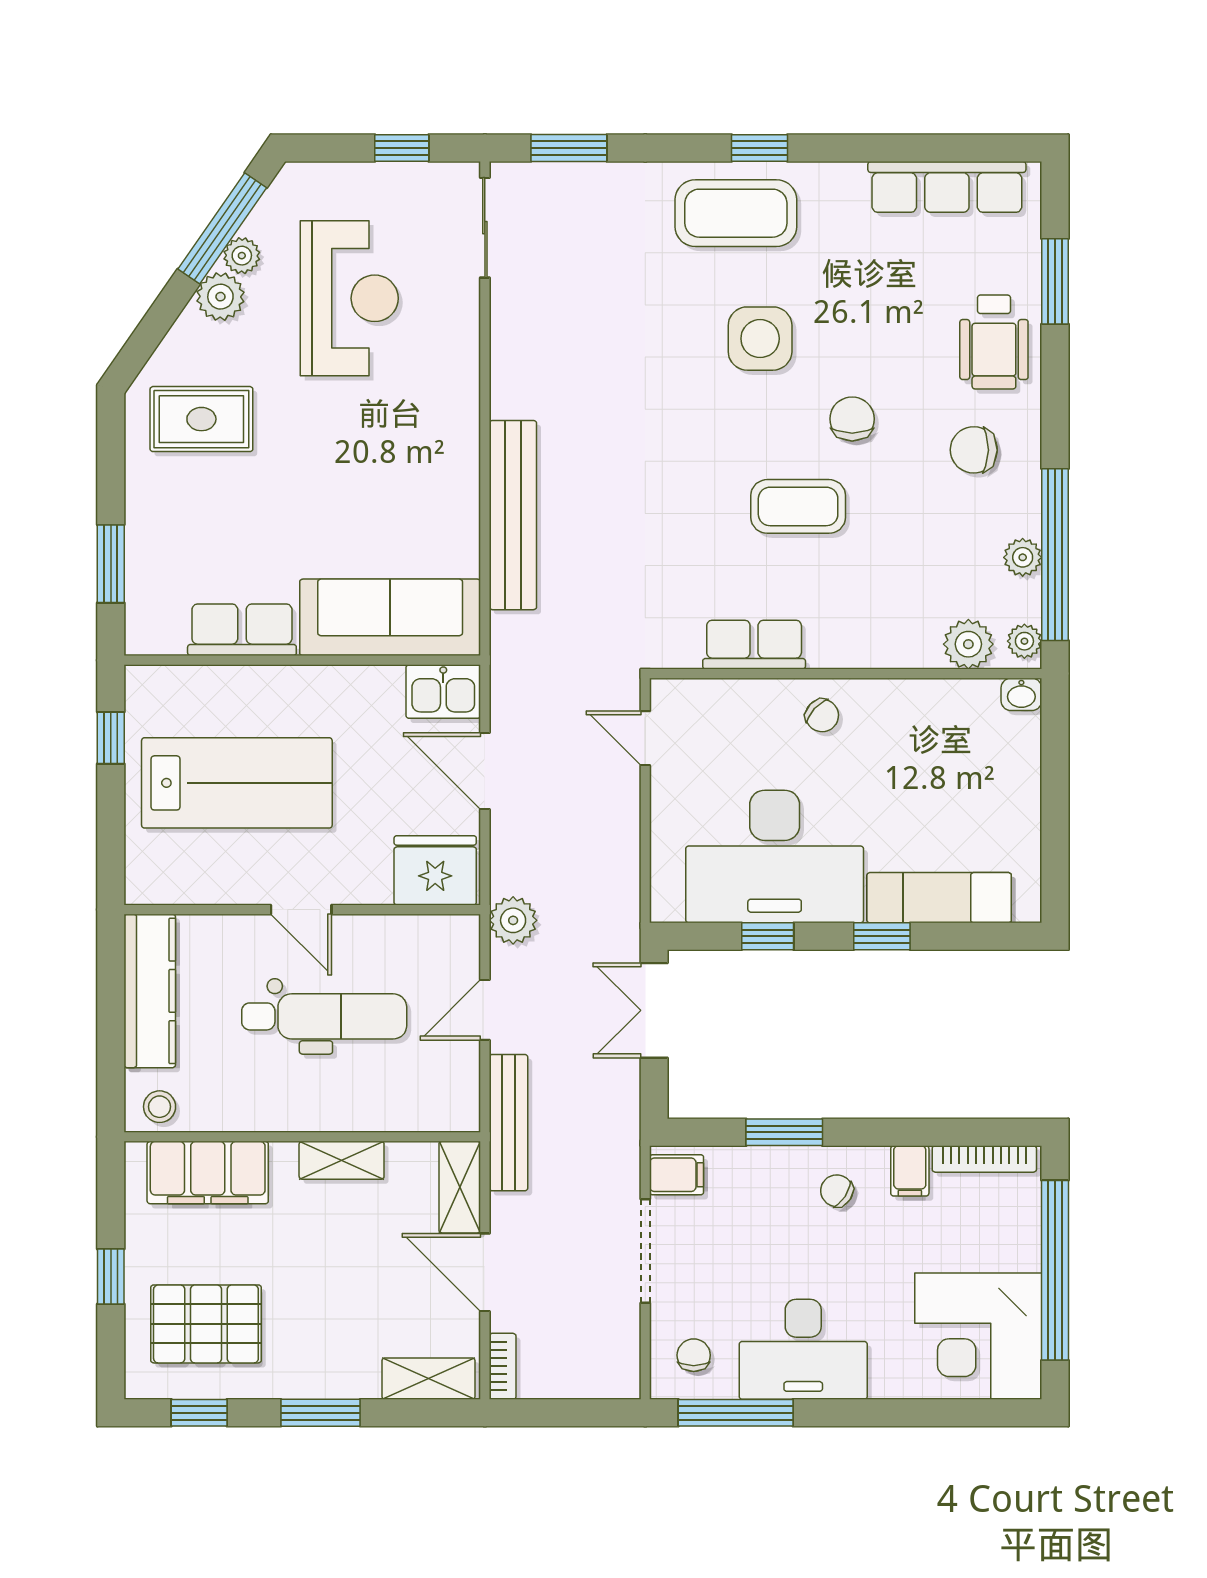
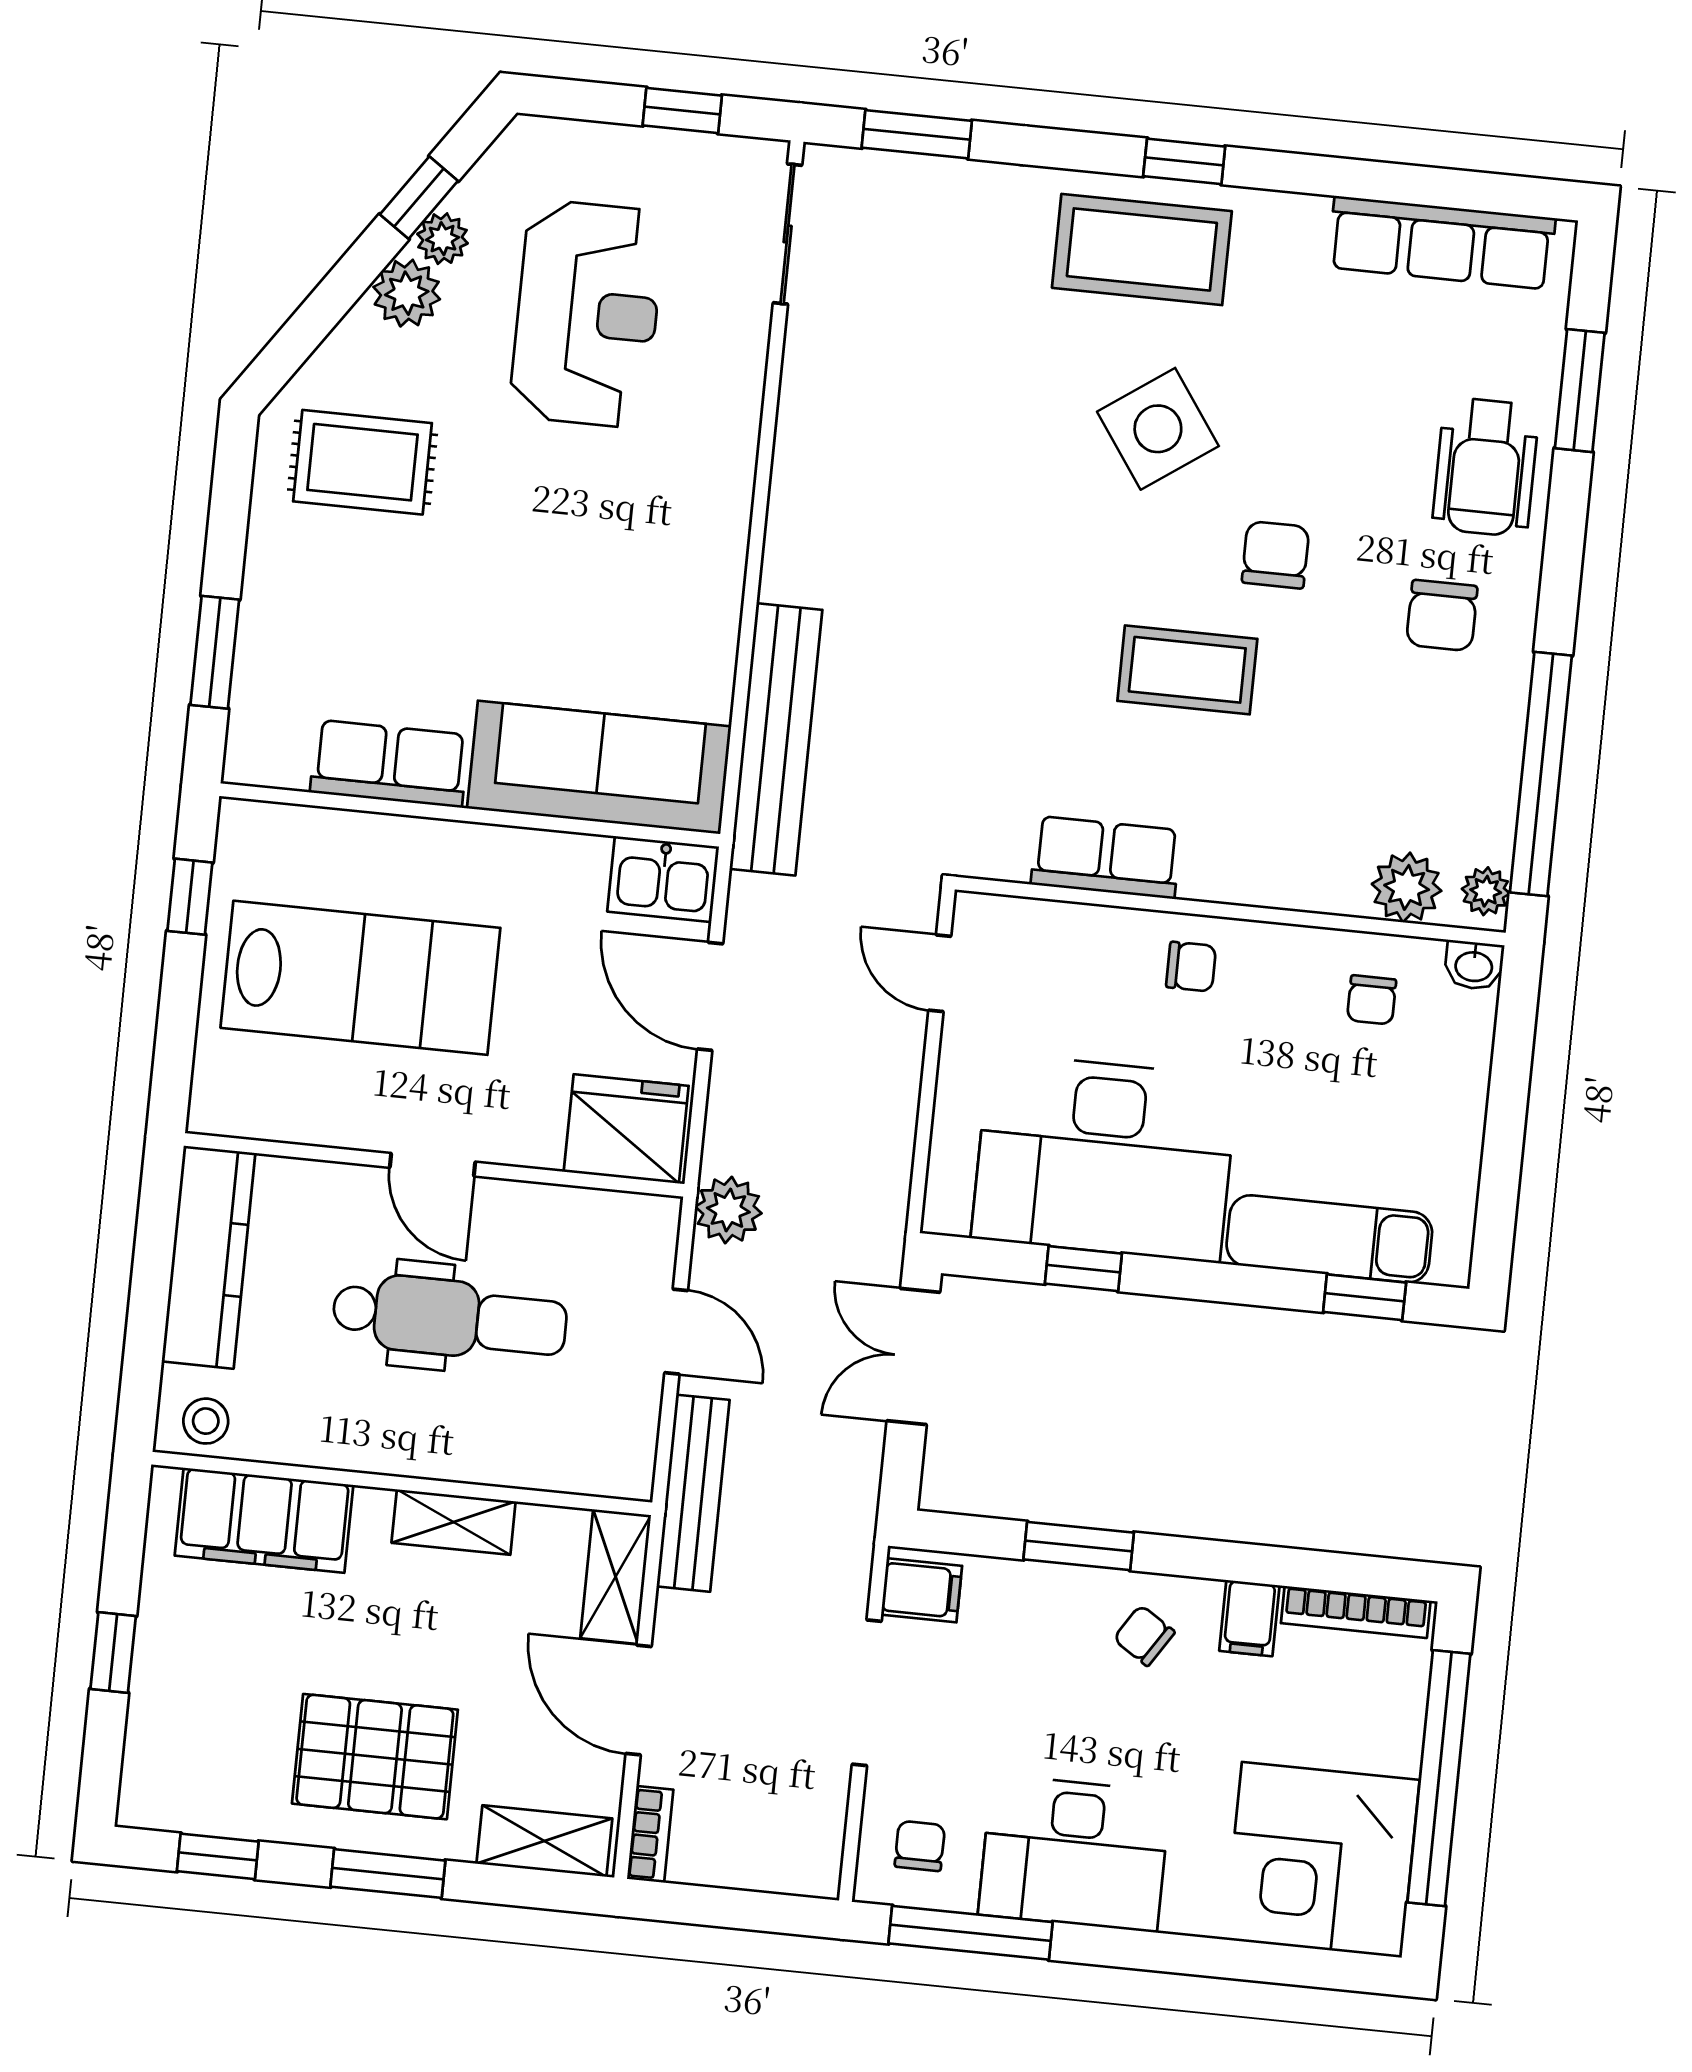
window: (222, 228) -> (419, 198), width x0.46
side table: (760, 339) -> (1158, 429), turned -35
chair: (974, 450) -> (1442, 615), turned -91
bench: (513, 515) -> (776, 739), moved
plant: (1023, 557) -> (1495, 773), removed
chair: (822, 716) -> (1191, 967), turned -43
chair: (952, 726) -> (1372, 1000), added
window: (882, 936) -> (1365, 1297), moved
door: (485, 1010) -> (676, 1332), swing flipped
pallet: (206, 1324) -> (375, 1757), moved

